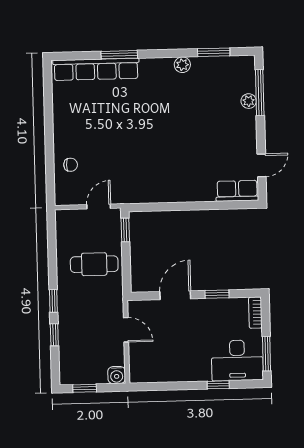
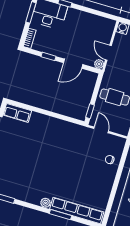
plant: (182, 65) -> (45, 203), moved
door: (99, 206) -> (101, 130), swing flipped
plant: (135, 308) -> (99, 64), added

